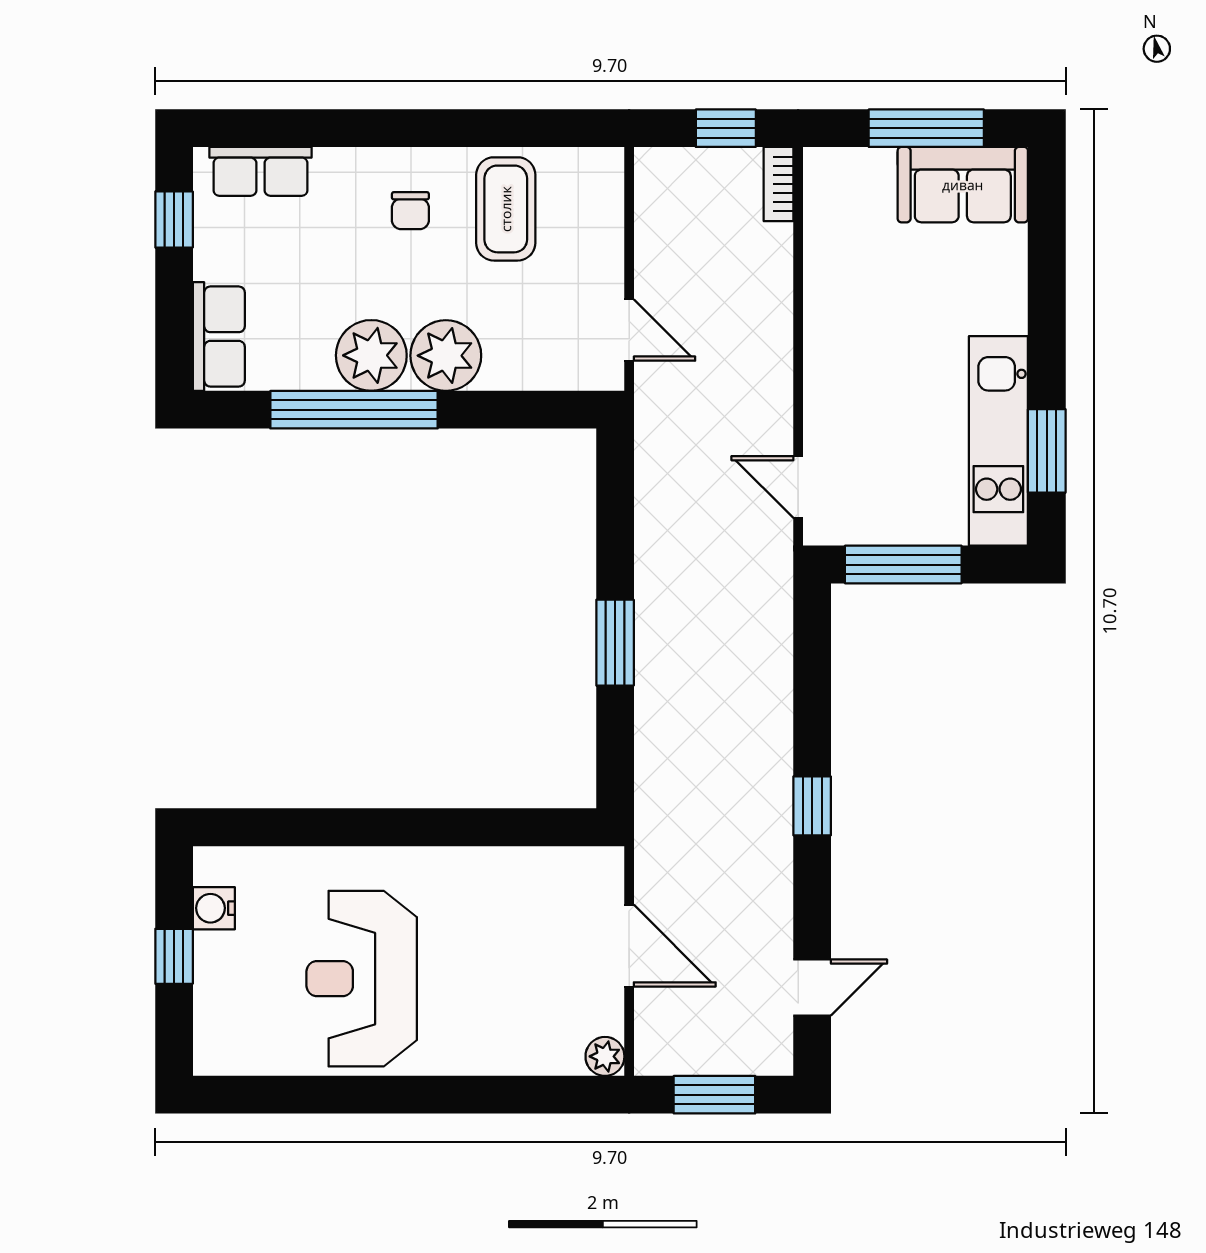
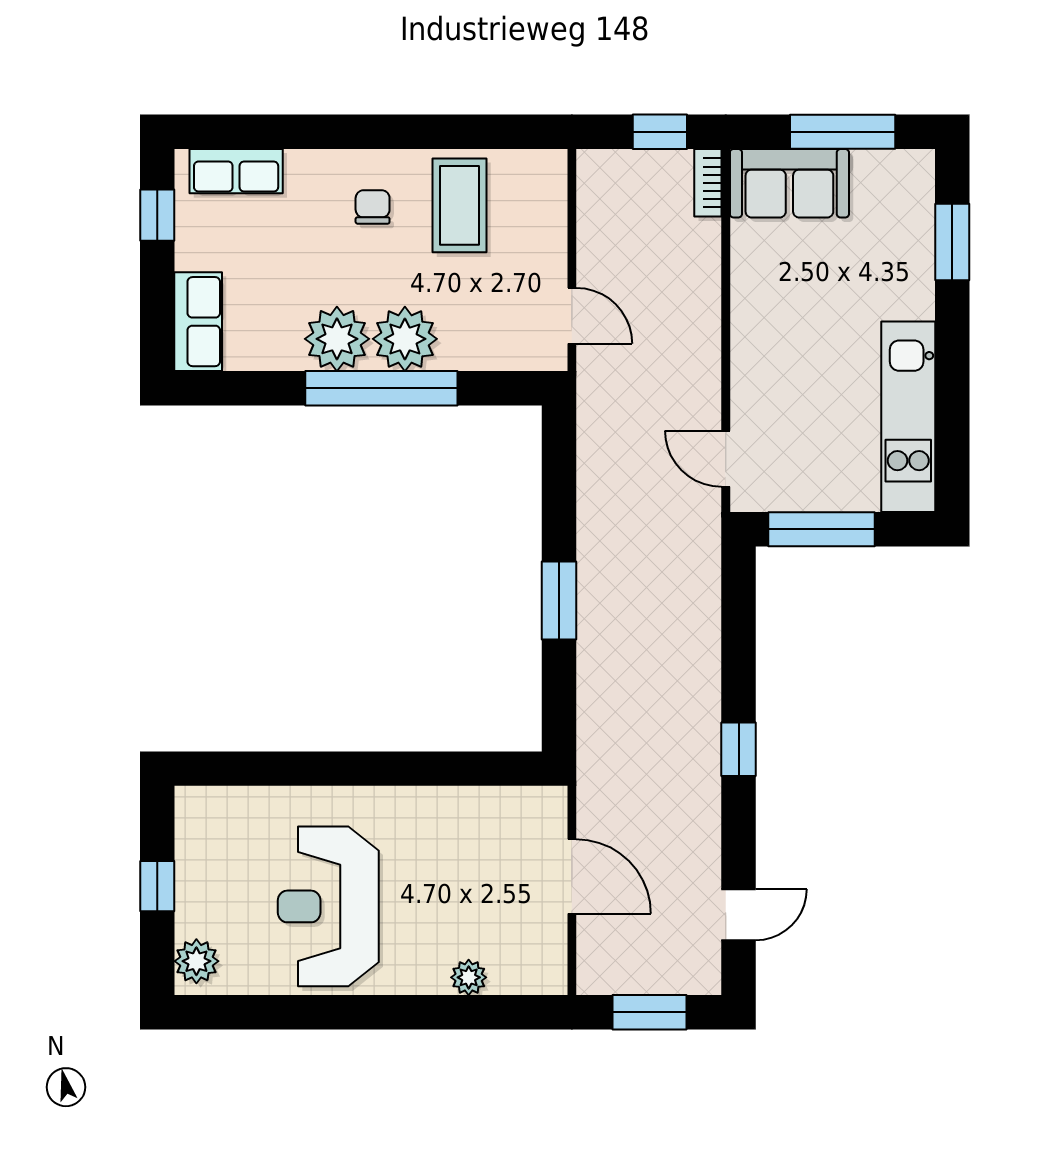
sofa: (963, 185) -> (789, 183), moved
chair: (410, 211) -> (373, 207), turned 180
window: (354, 410) -> (381, 388), moved
window: (1047, 451) -> (952, 242), moved
water cooler: (214, 908) -> (194, 842), removed
plant: (217, 1039) -> (196, 961), added
plant: (605, 1056) -> (469, 977), moved

